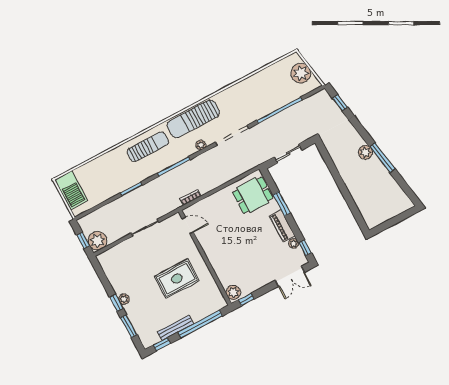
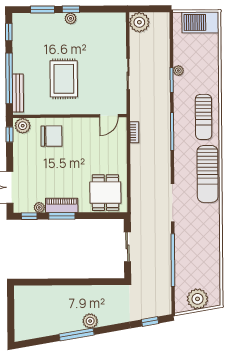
sun lounger: (193, 119) -> (208, 174), turned 180
plant: (201, 145) -> (178, 71), moved
window: (282, 204) -> (62, 216), moved
window: (83, 240) -> (147, 9), removed
chair: (229, 264) -> (51, 136), added
bench: (175, 328) -> (18, 93), moved

